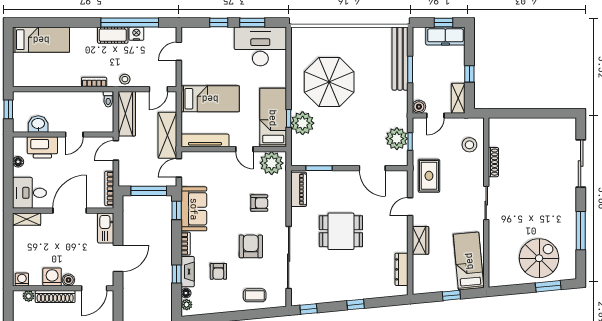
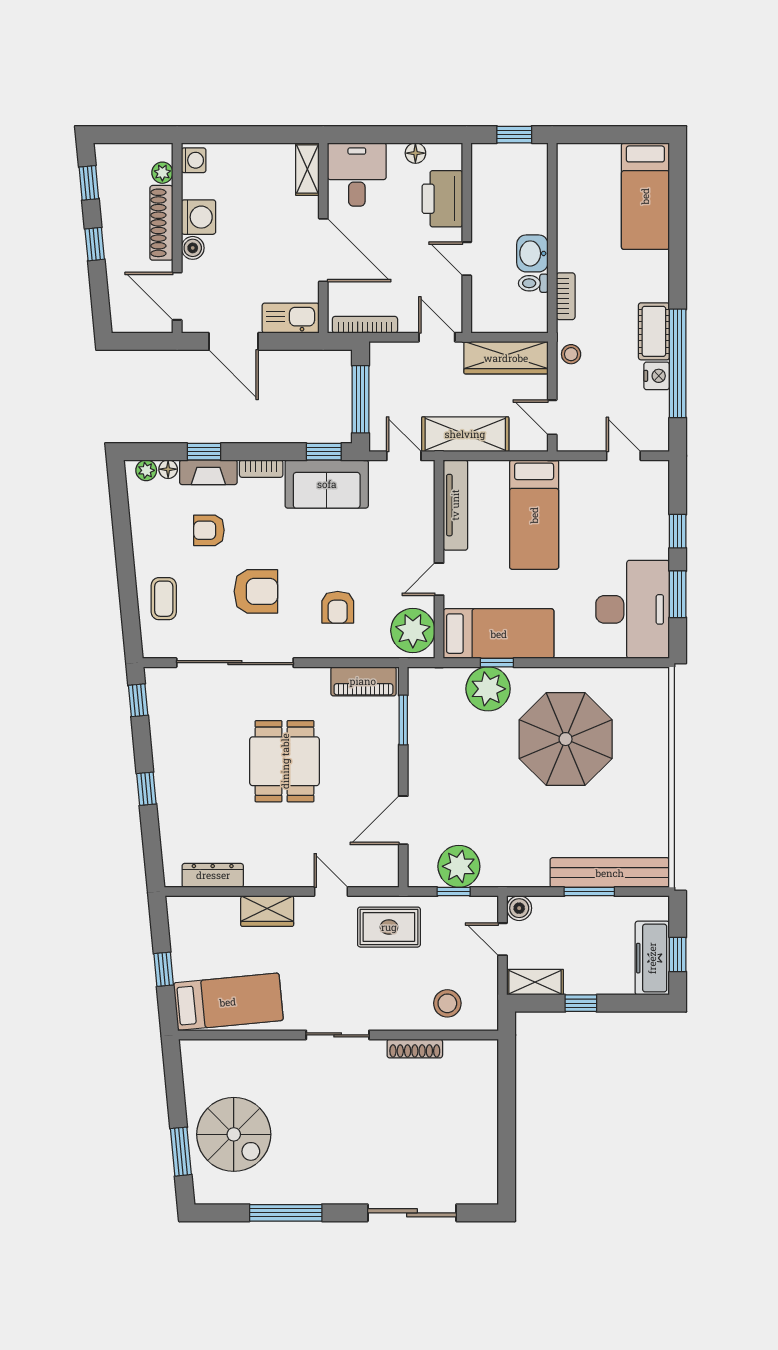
toilet: (108, 99) -> (533, 283), moved
washbasin: (38, 124) -> (532, 253), moved, turned 180

